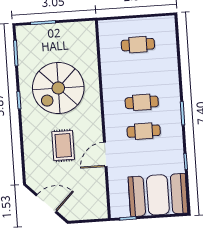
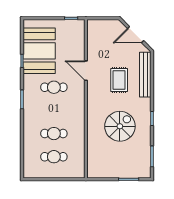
spiral stairs: (58, 88) -> (120, 126), width x0.73, depth x0.73
cafe table: (142, 102) -> (54, 134), moved
bench: (31, 154) -> (145, 75), added
door: (105, 154) -> (86, 71), swing flipped
booth: (158, 195) -> (39, 51), moved, turned 90

